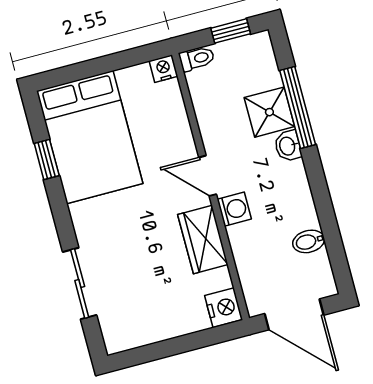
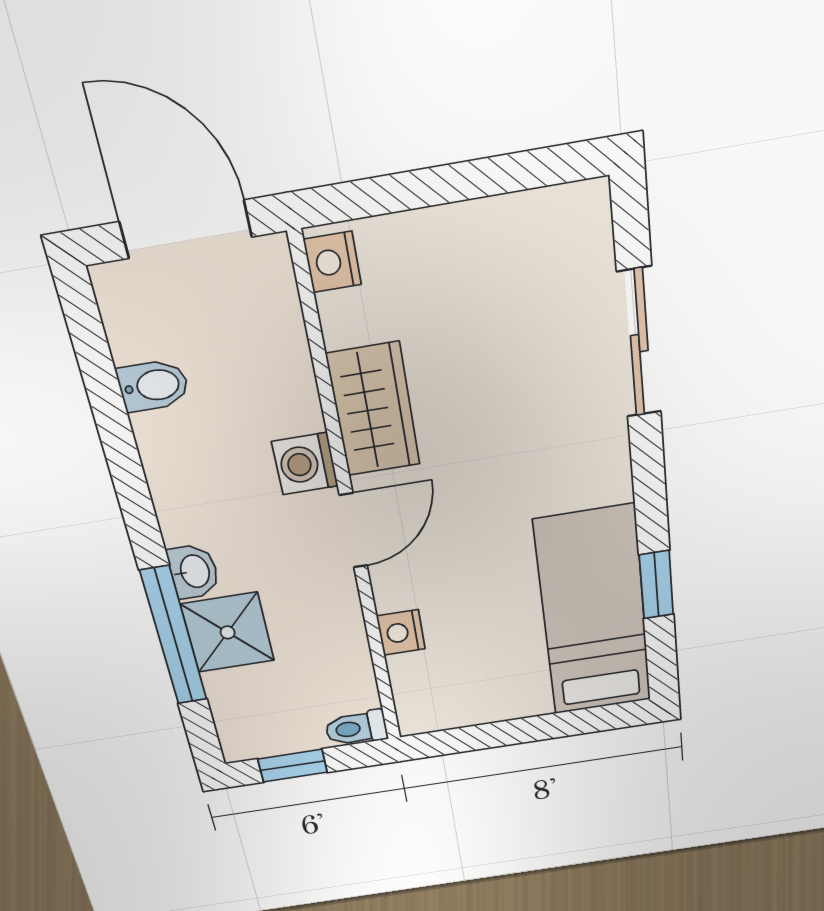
nightstand: (164, 69) -> (401, 632), moved, turned 90
bed: (90, 137) -> (594, 613), width x0.67
door: (208, 176) -> (353, 531), hinge flipped
nightstand: (224, 308) -> (332, 262), width x0.72, depth x0.74

